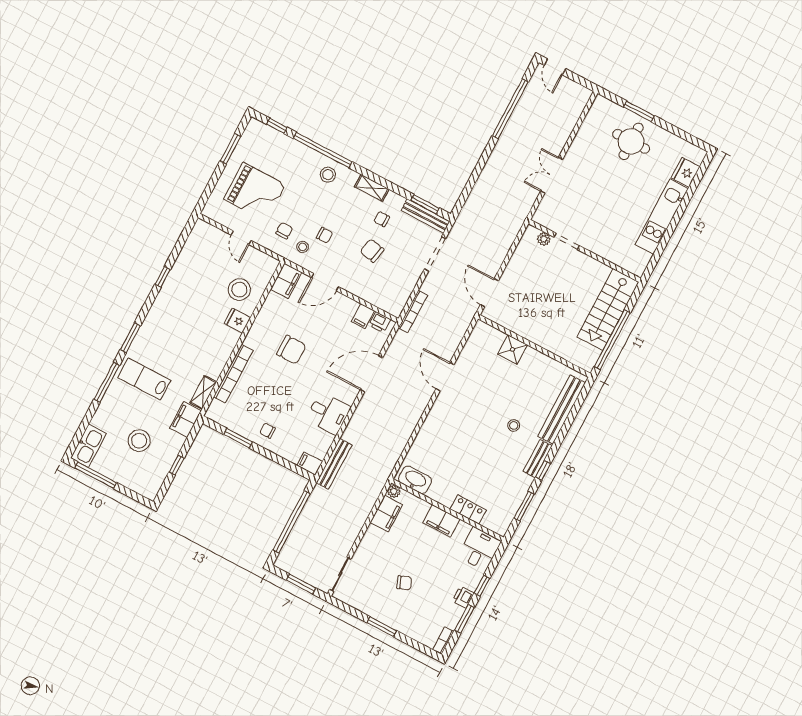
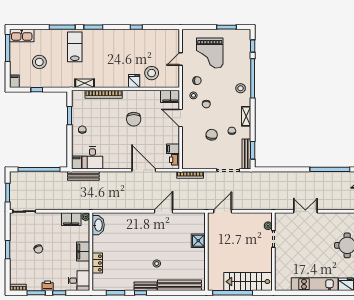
desk: (328, 413) -> (92, 158), moved
filing cabinet: (186, 419) -> (14, 81), moved, width x0.50

